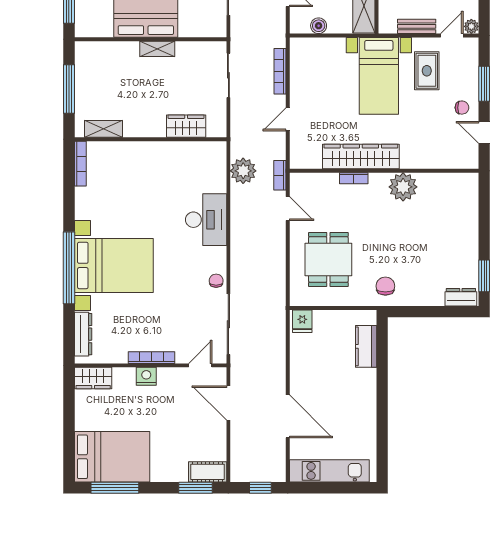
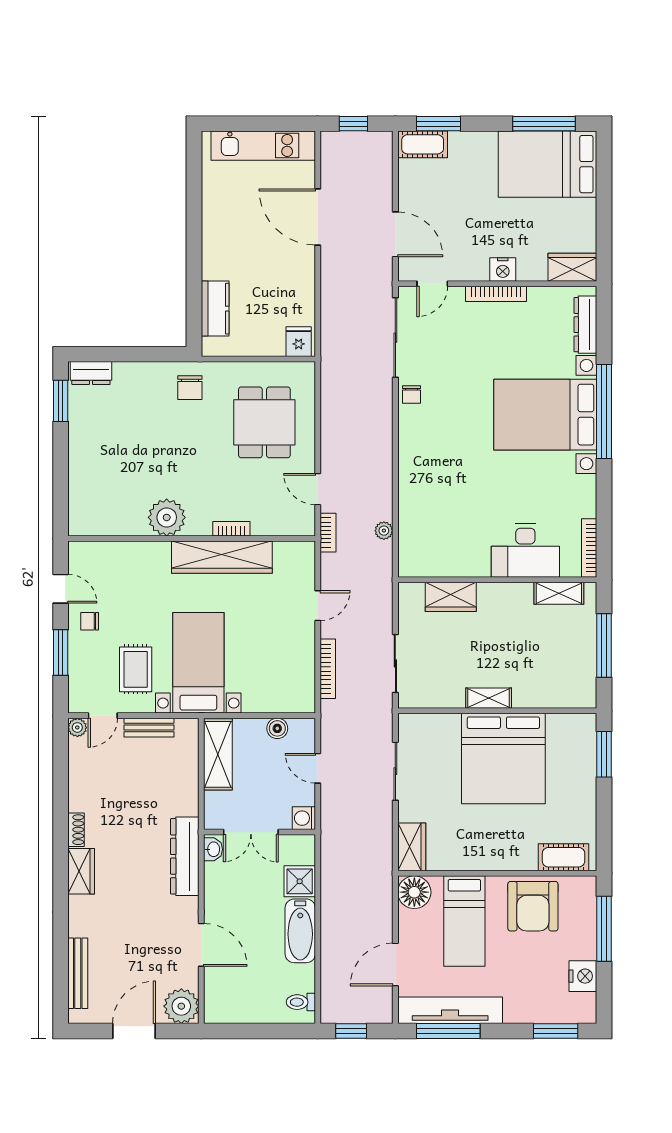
plant: (243, 171) -> (384, 531), width x0.53, depth x0.53
desk: (206, 220) -> (525, 551), moved, turned -90

